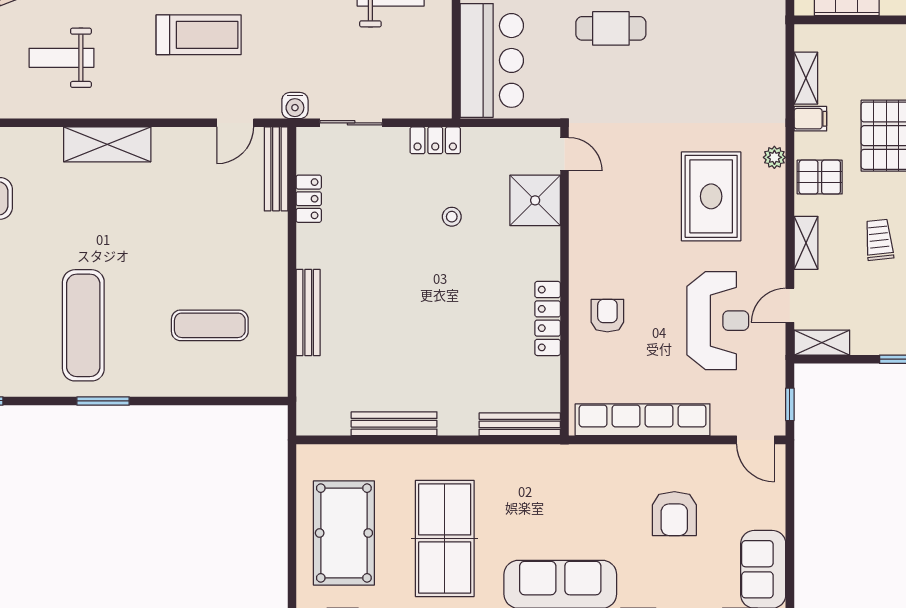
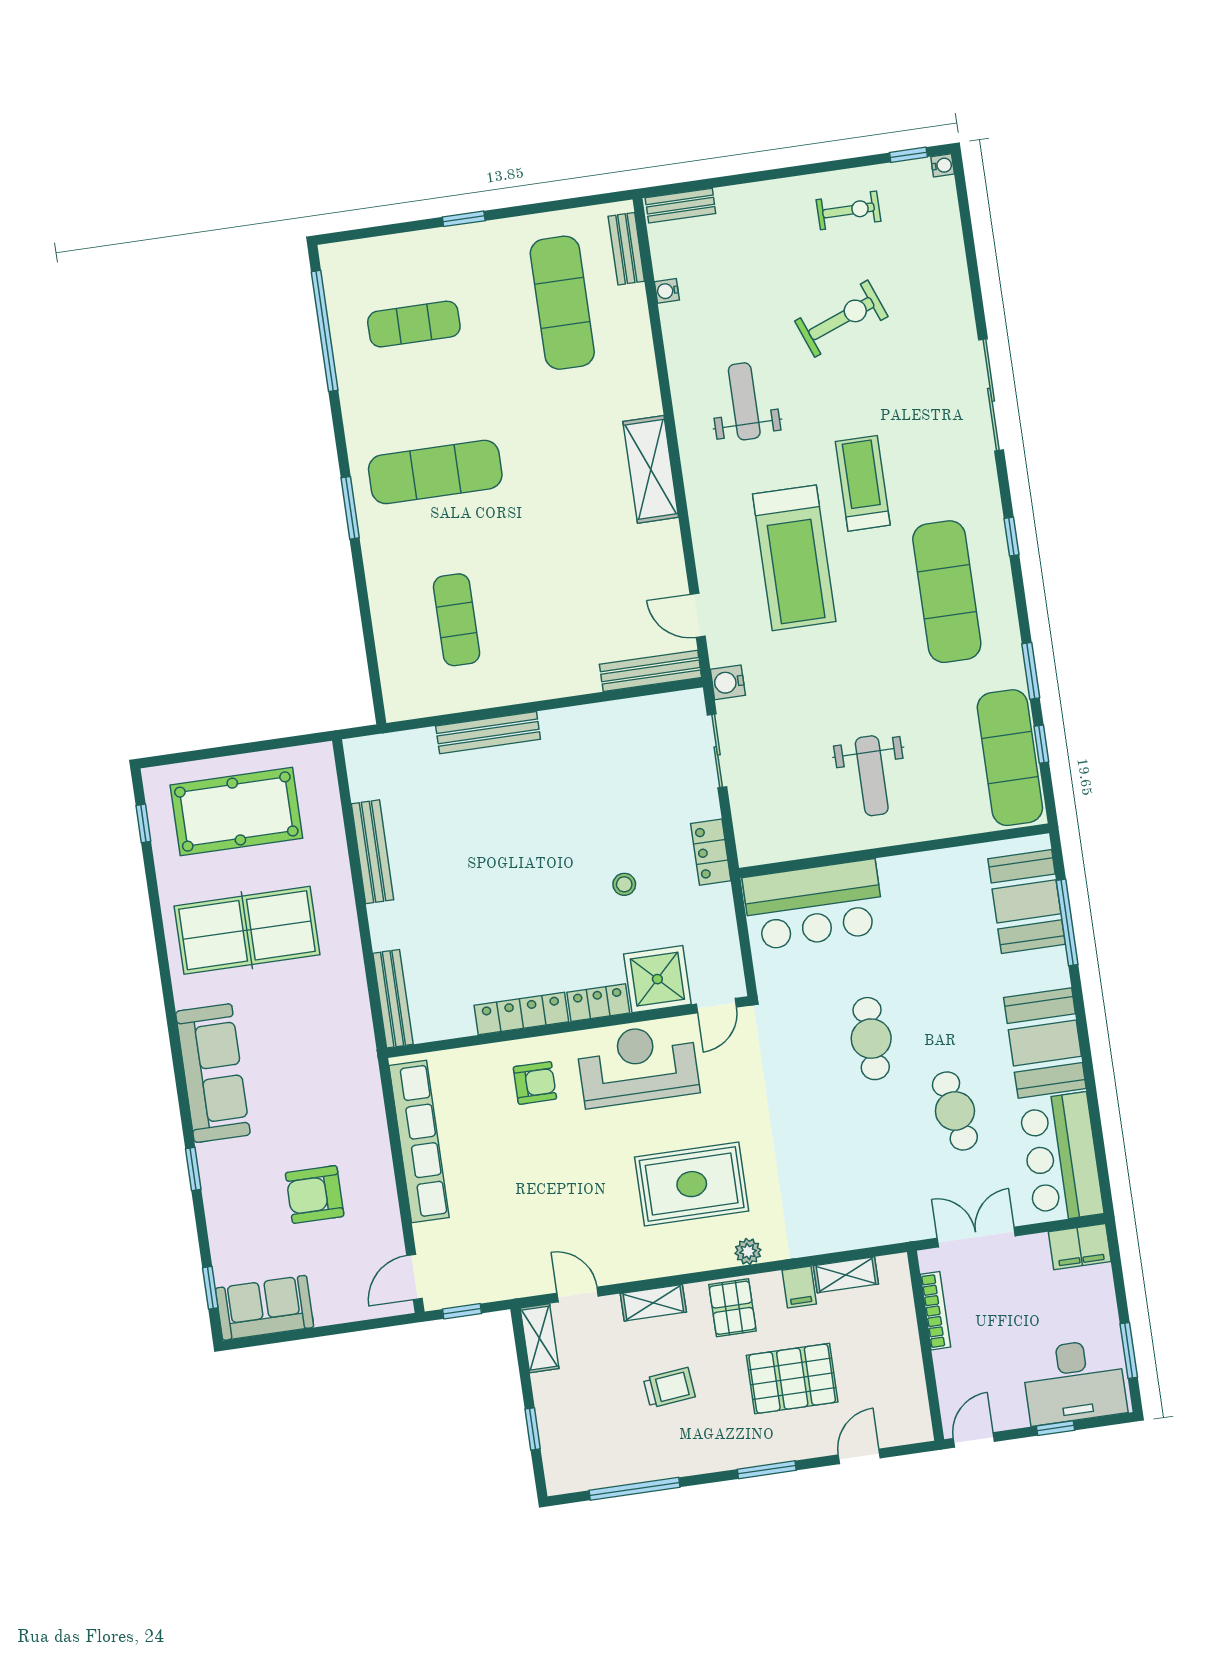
treadmill: (199, 35) -> (794, 558), width x1.37, depth x1.38
locker: (309, 199) -> (598, 1003), moved, turned 180
reception desk: (718, 321) -> (638, 1065), moved, turned 180

